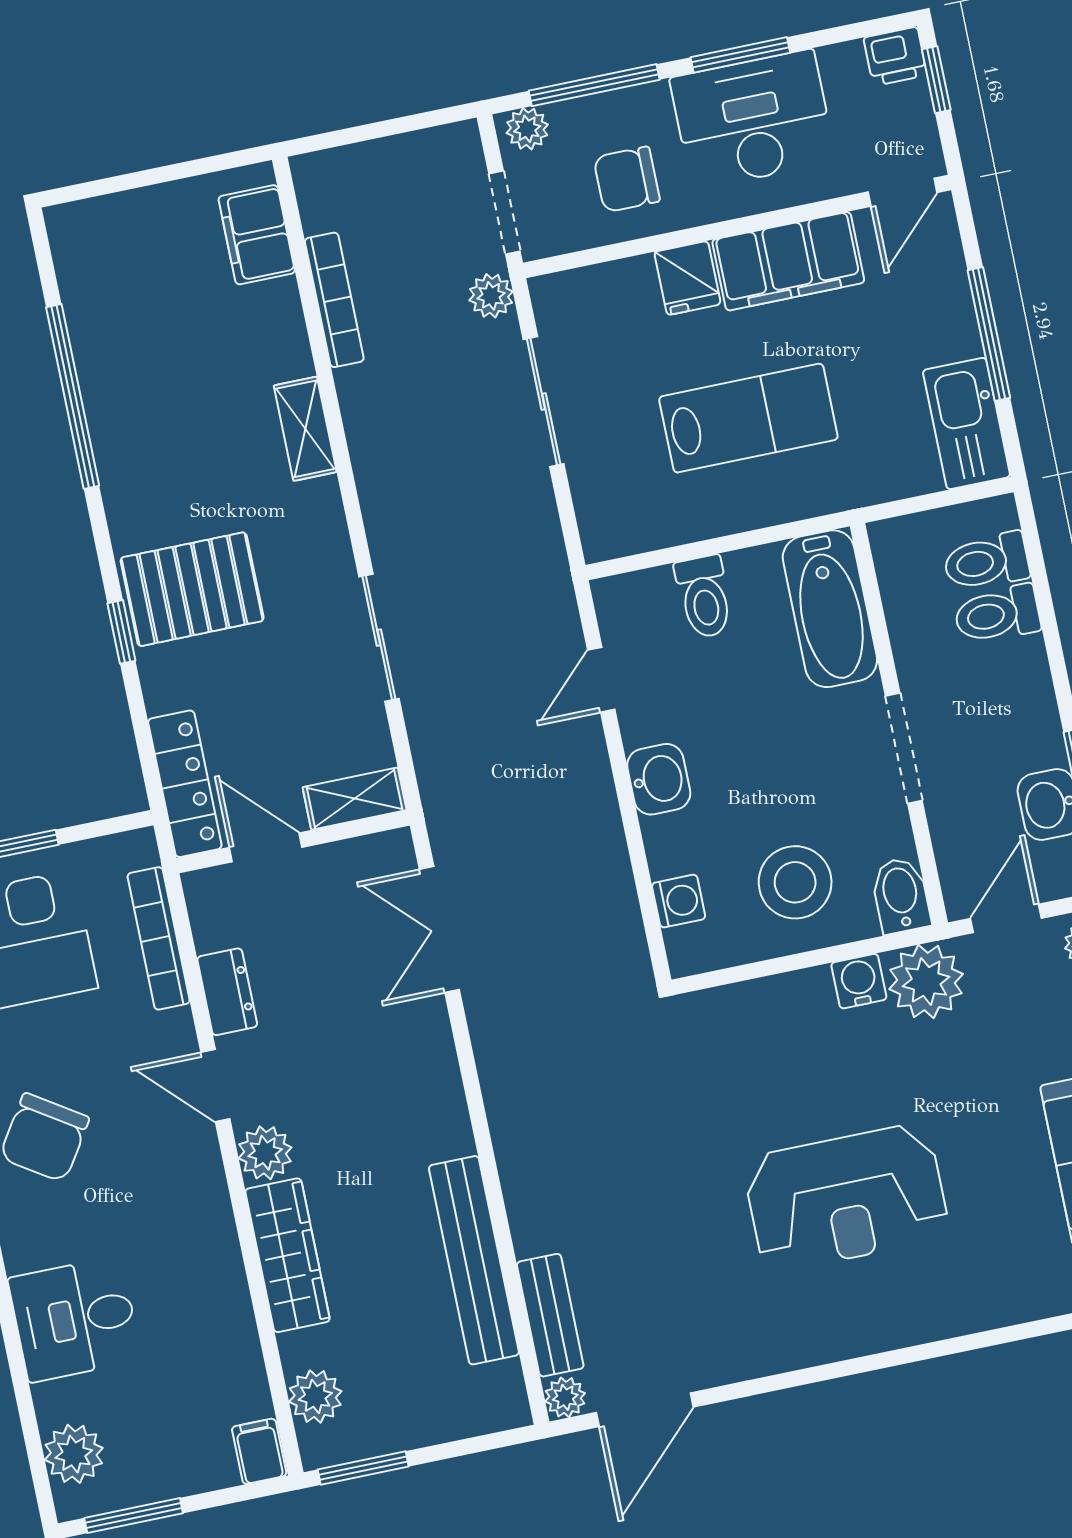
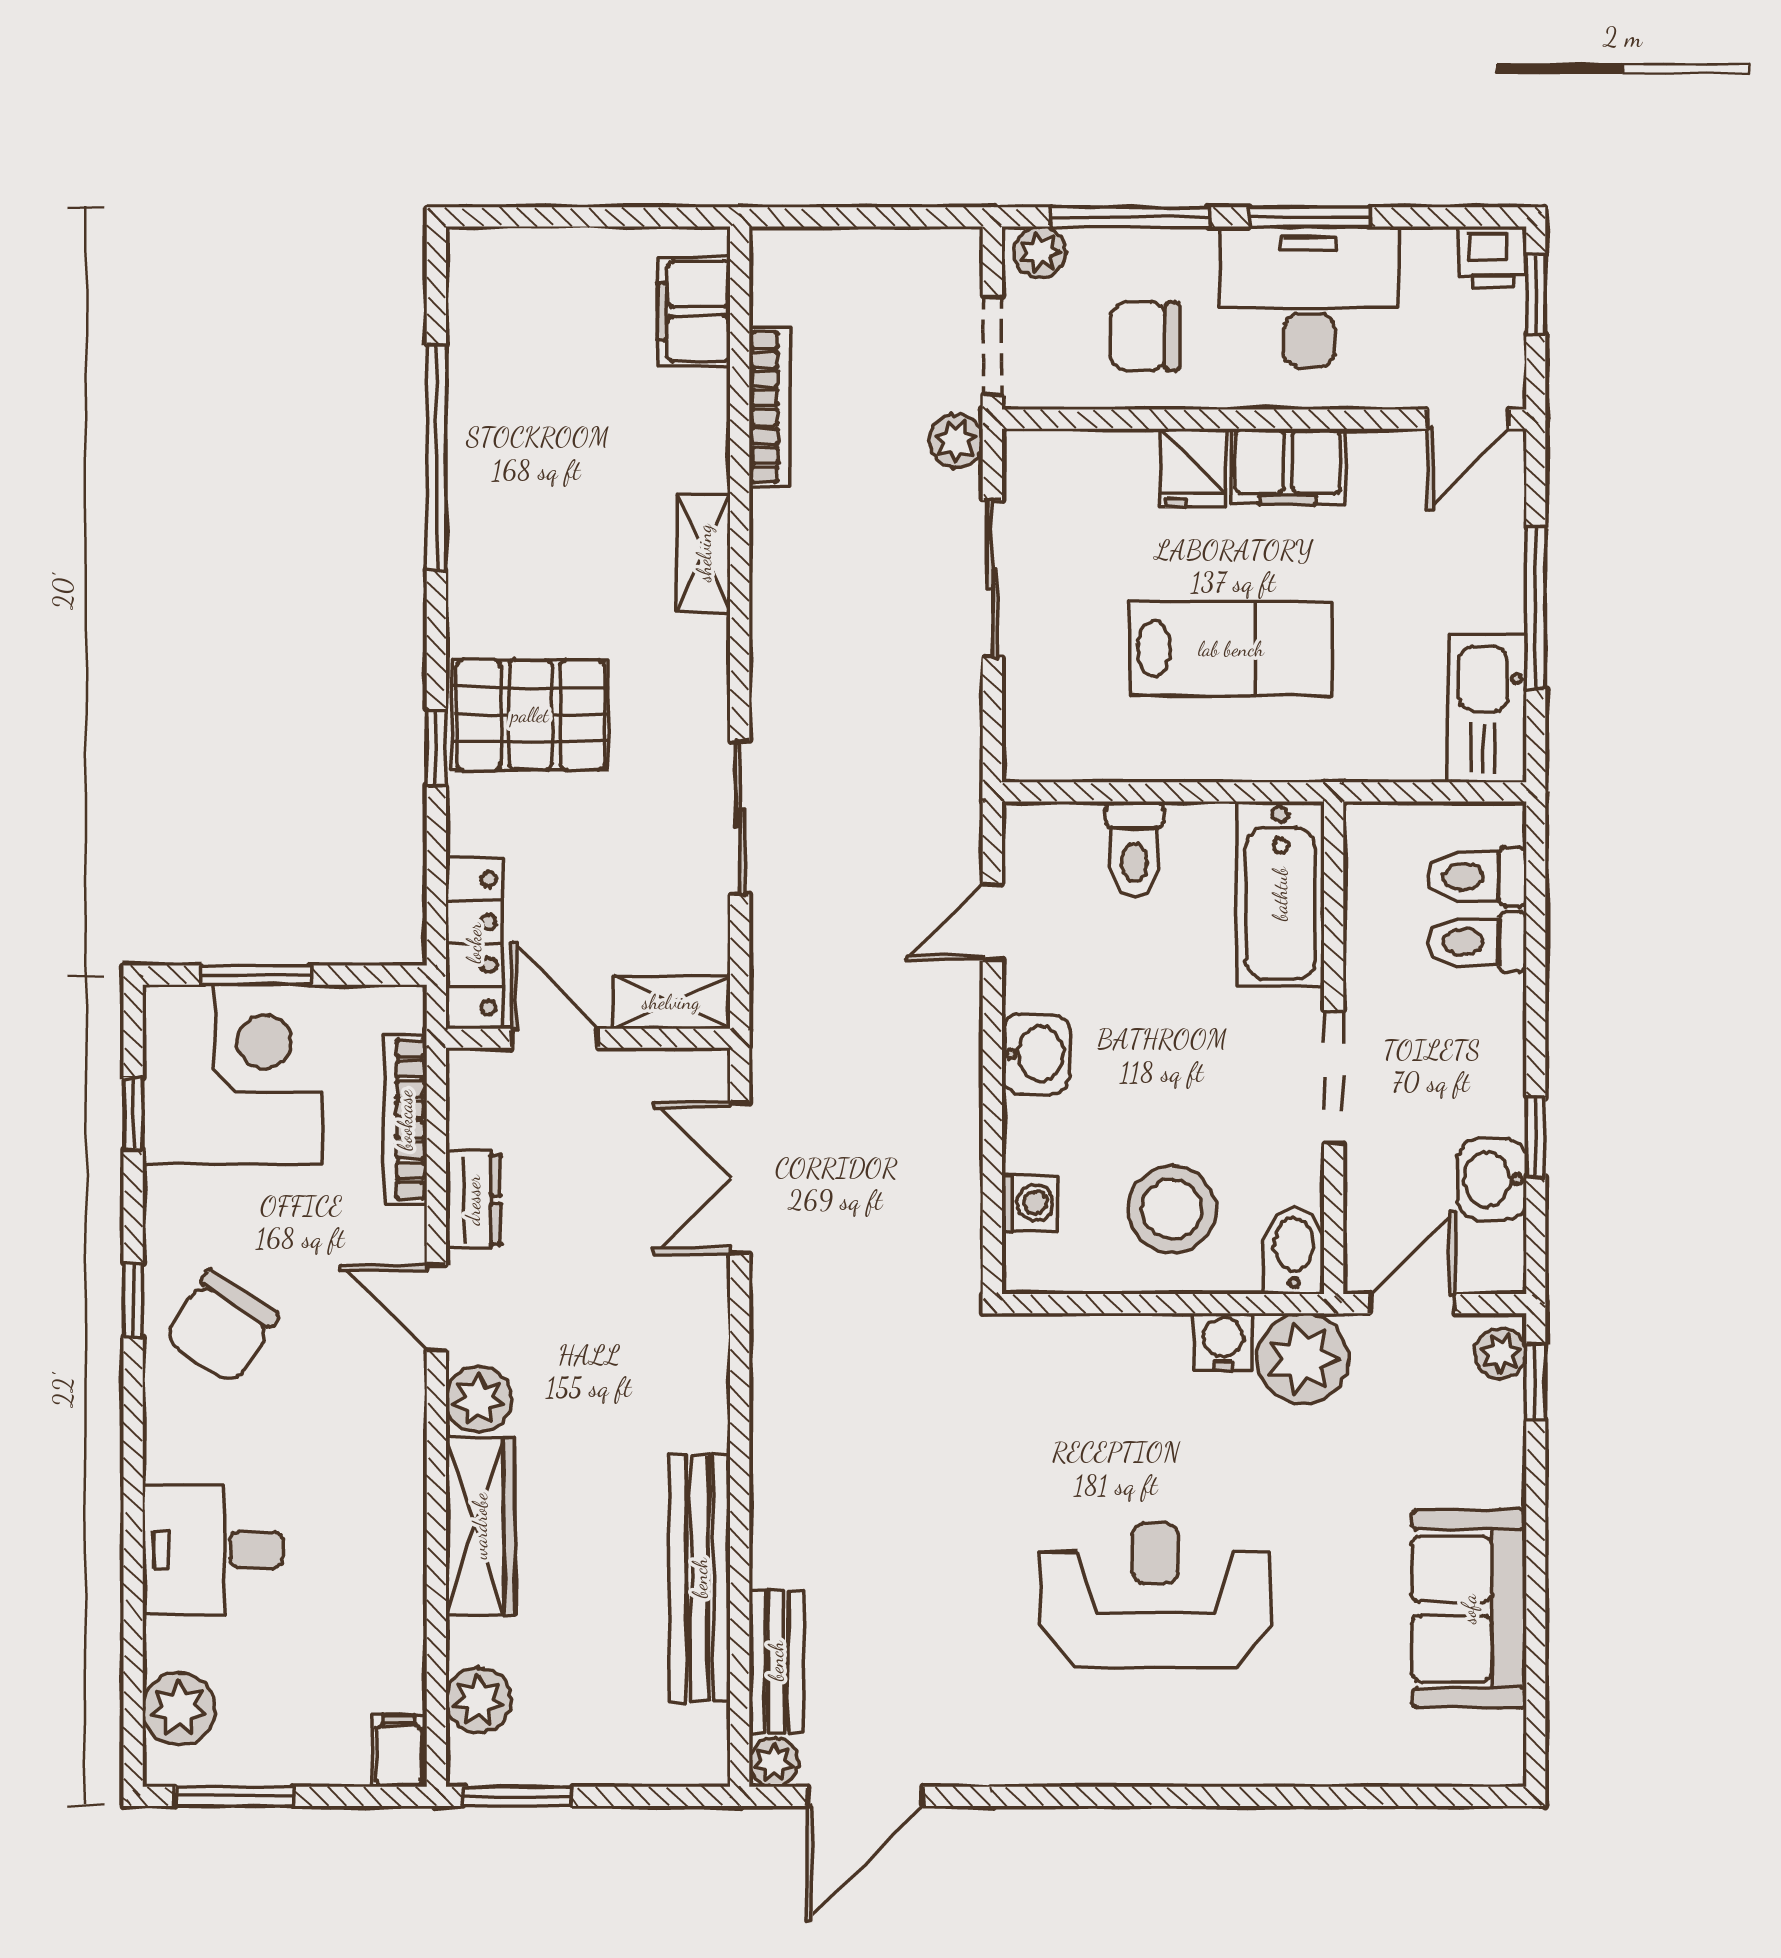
filing cabinet: (788, 261) -> (1288, 466), width x0.67, depth x0.86
reception desk: (846, 1198) -> (1155, 1595), turned 180

